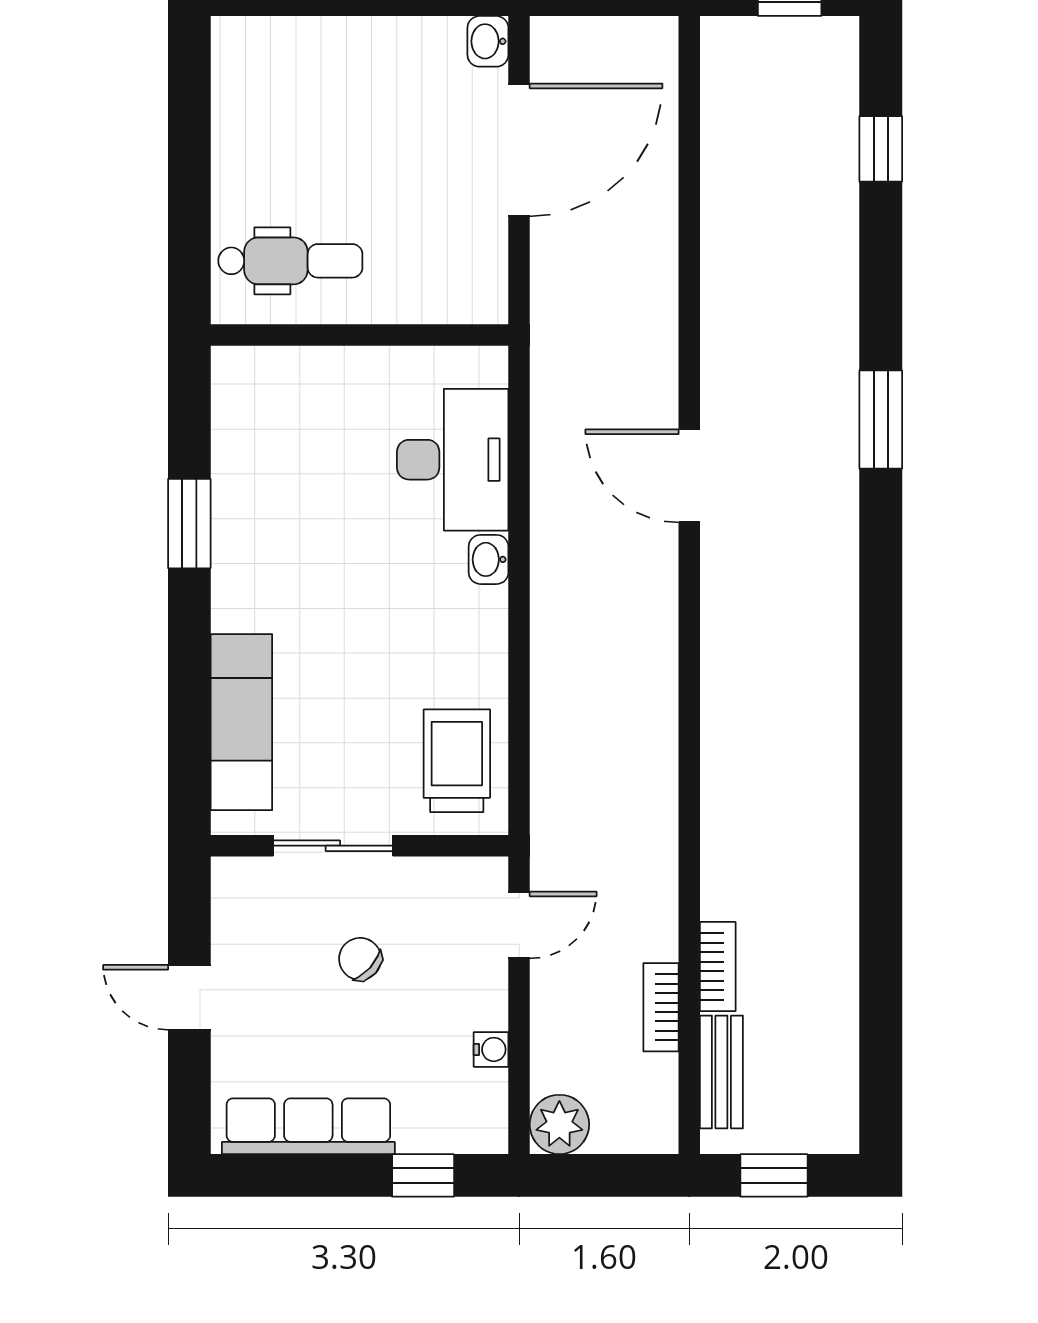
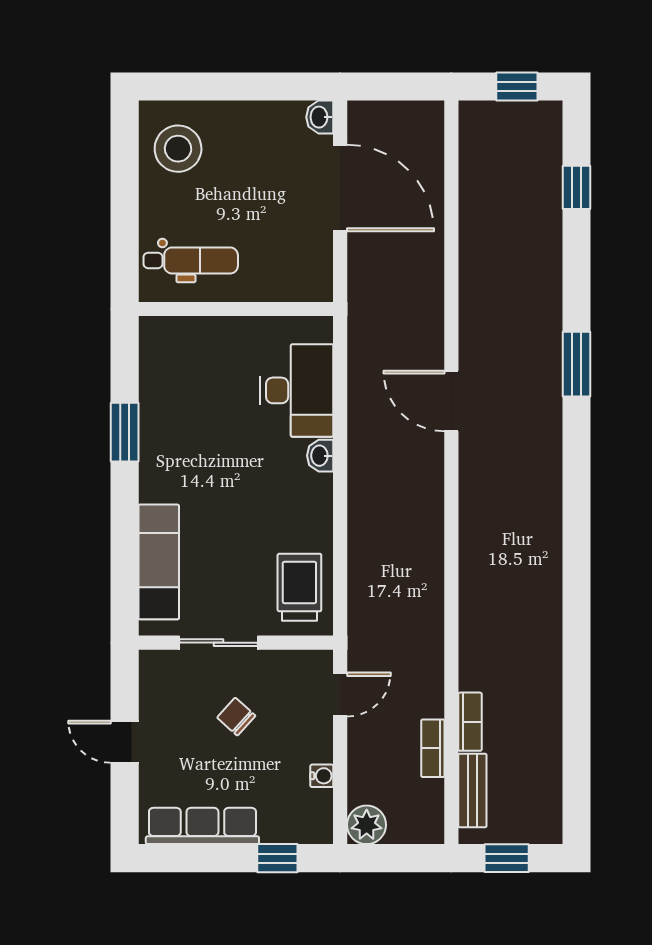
stool: (271, 90) -> (178, 149), added
door: (519, 150) -> (340, 188), hinge flipped

